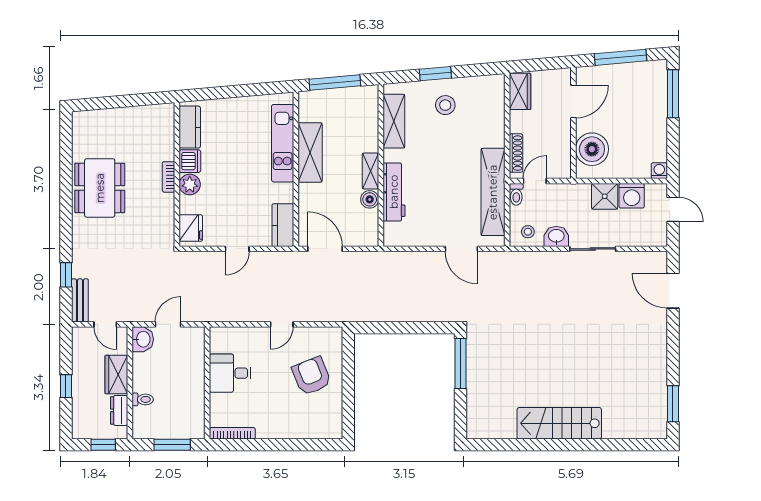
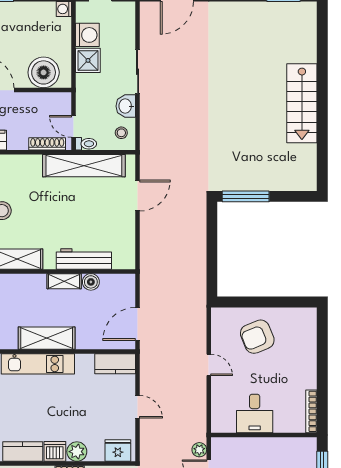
plant: (192, 314) -> (199, 450), added

